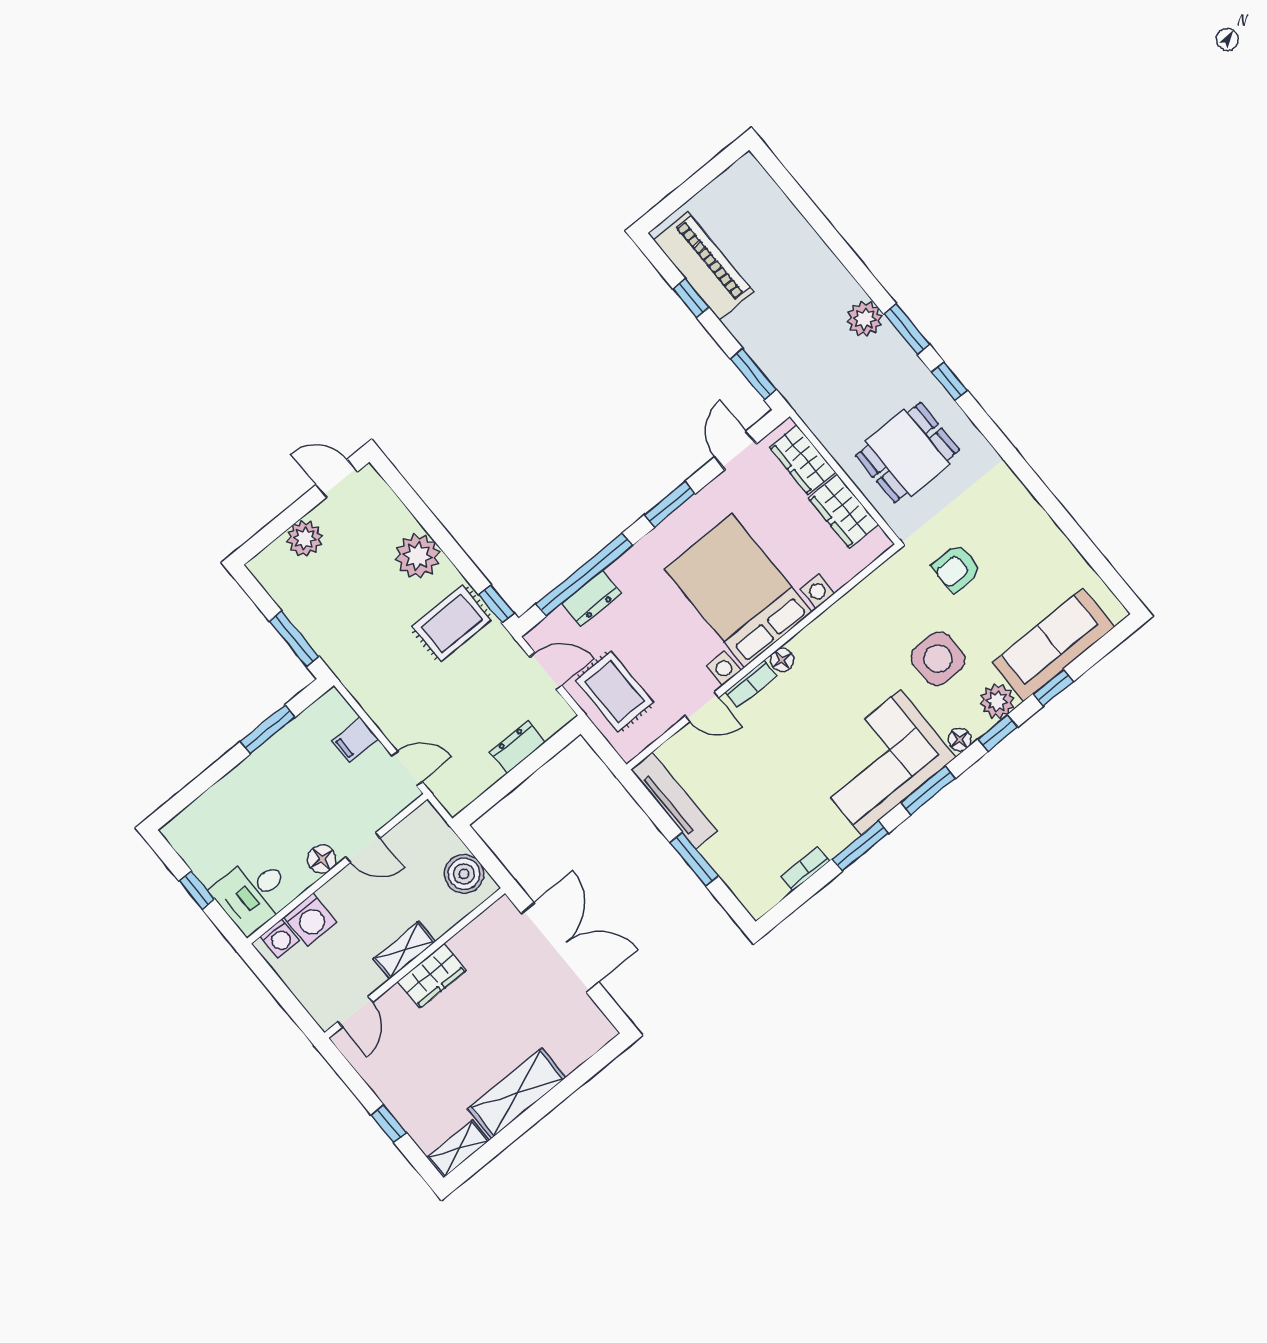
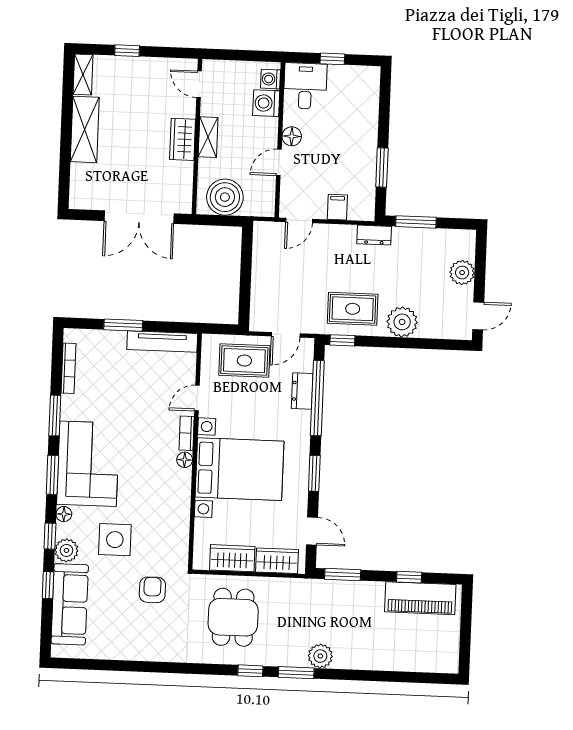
rug: (452, 623) -> (353, 309), turned 90
dresser: (517, 747) -> (374, 235), moved, turned 90
bookcase: (805, 869) -> (68, 368), width x1.56
boiler: (464, 874) -> (225, 197), width x1.37, depth x1.37

